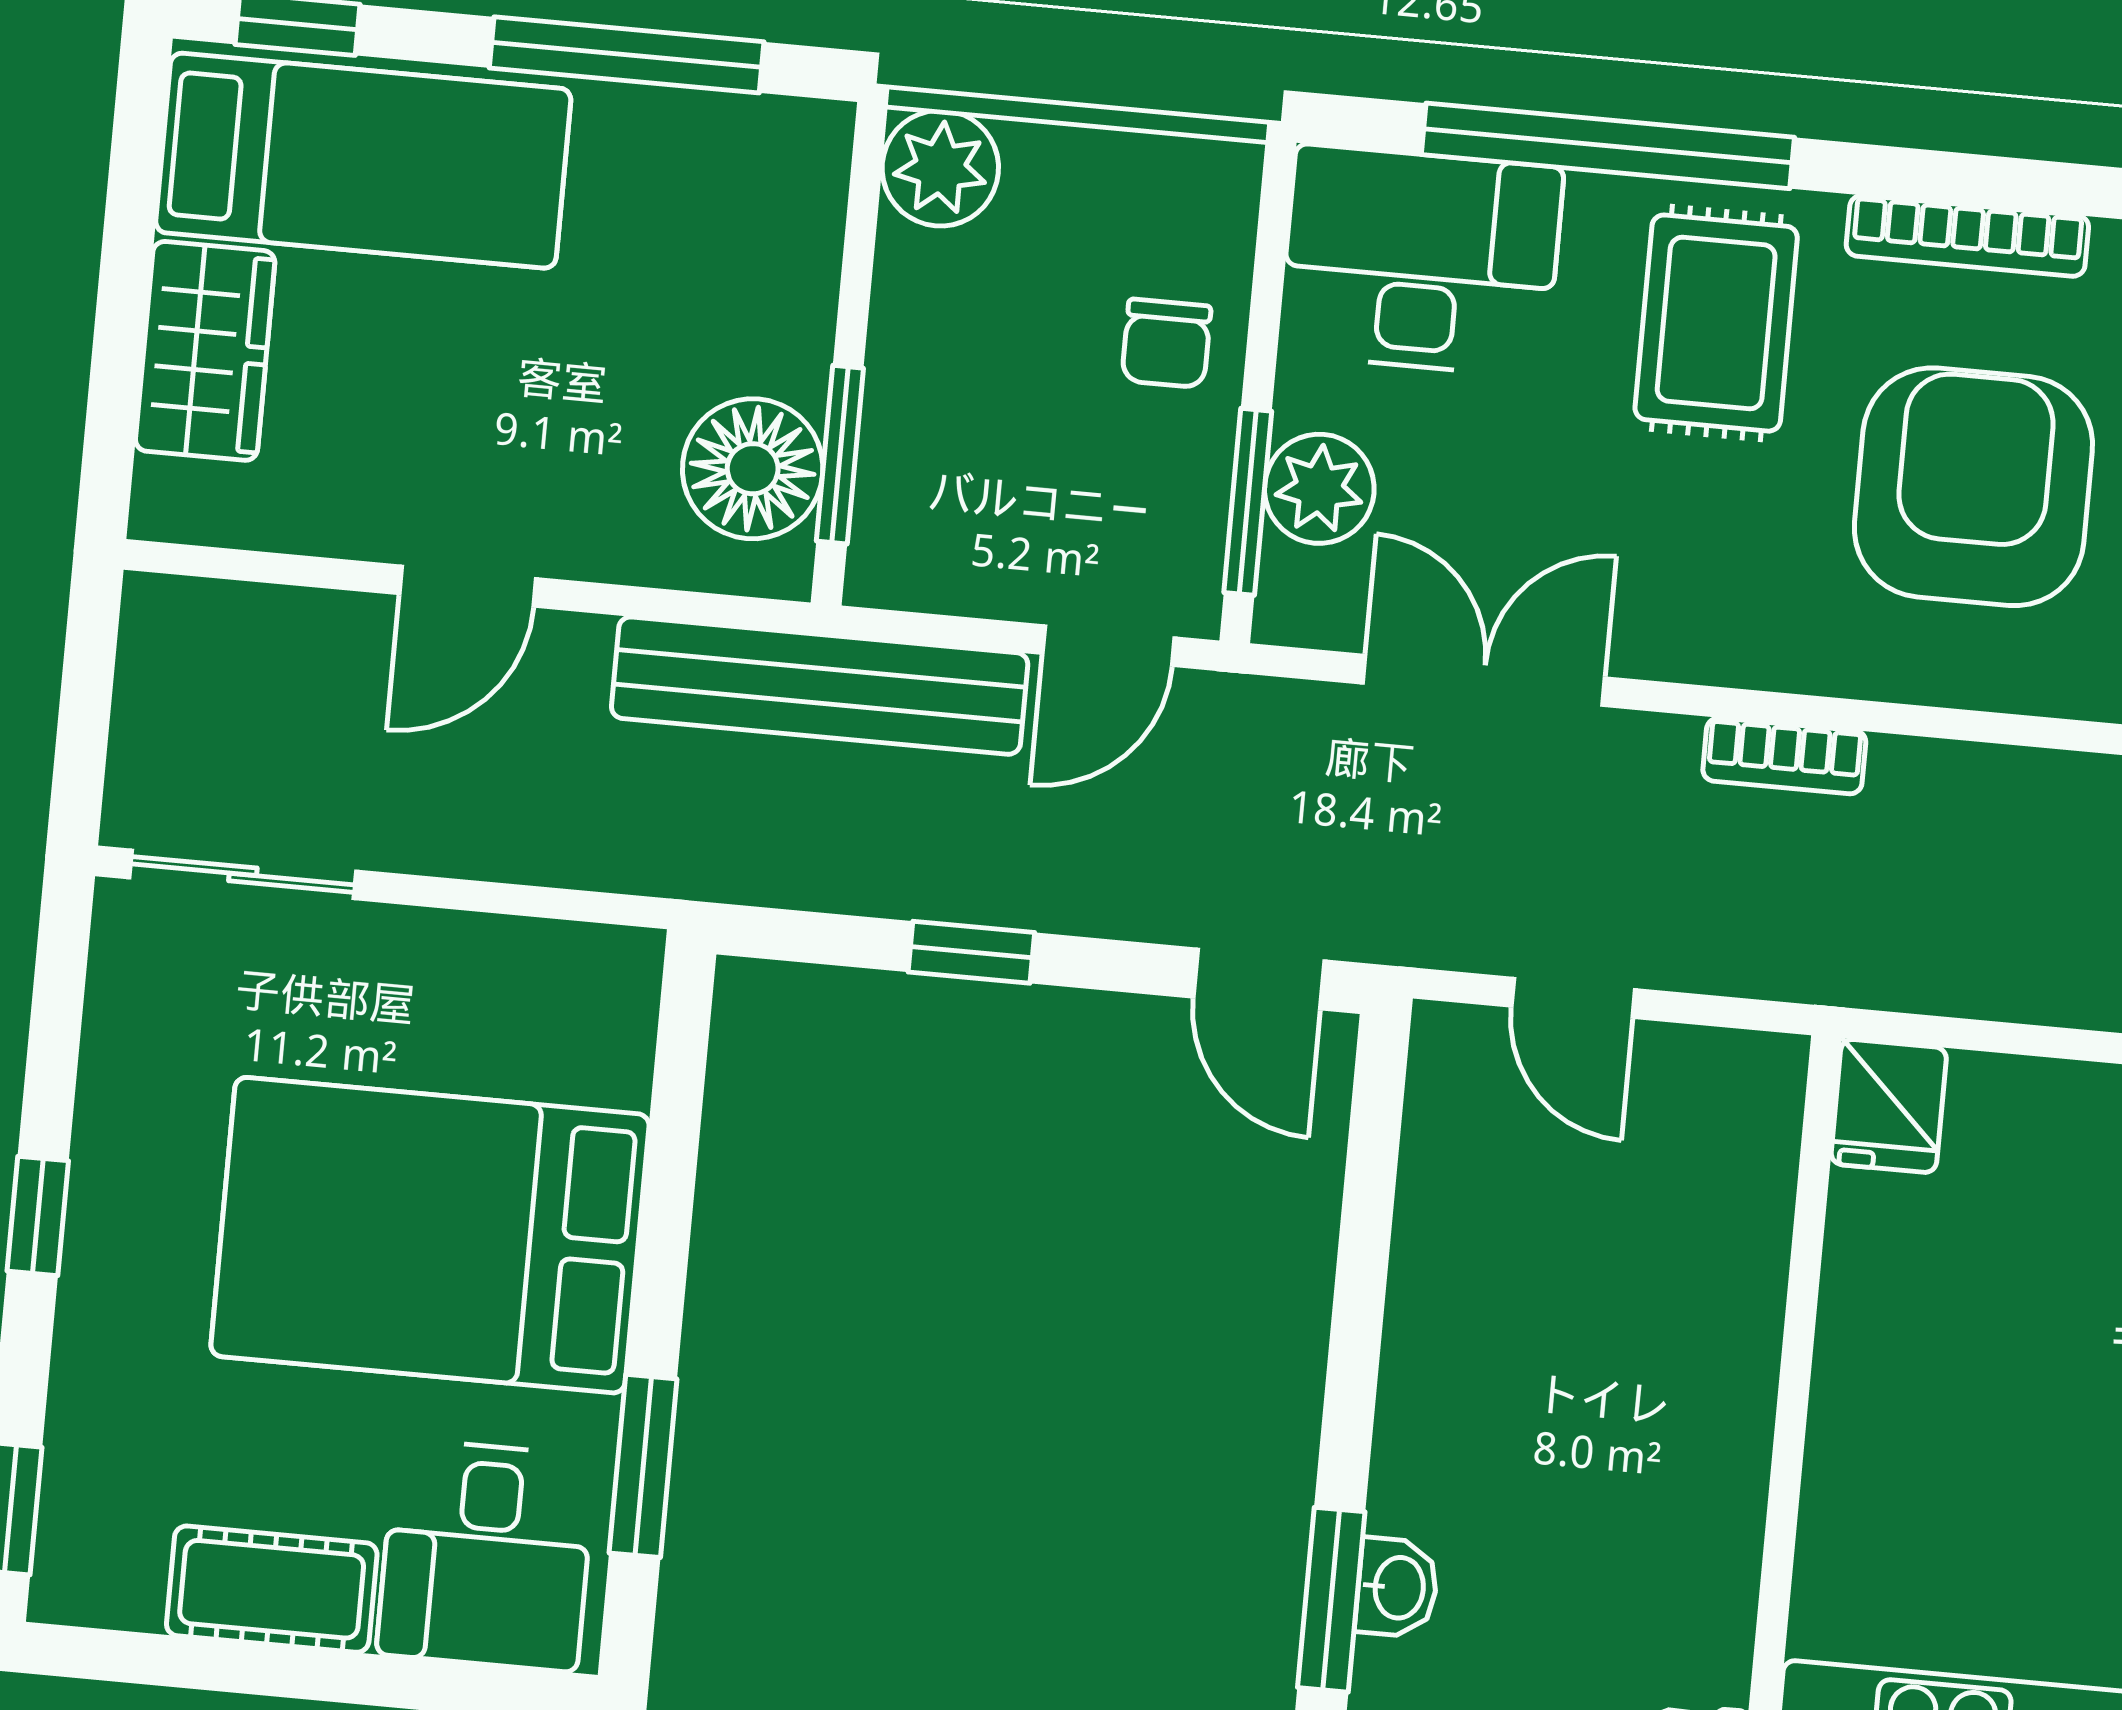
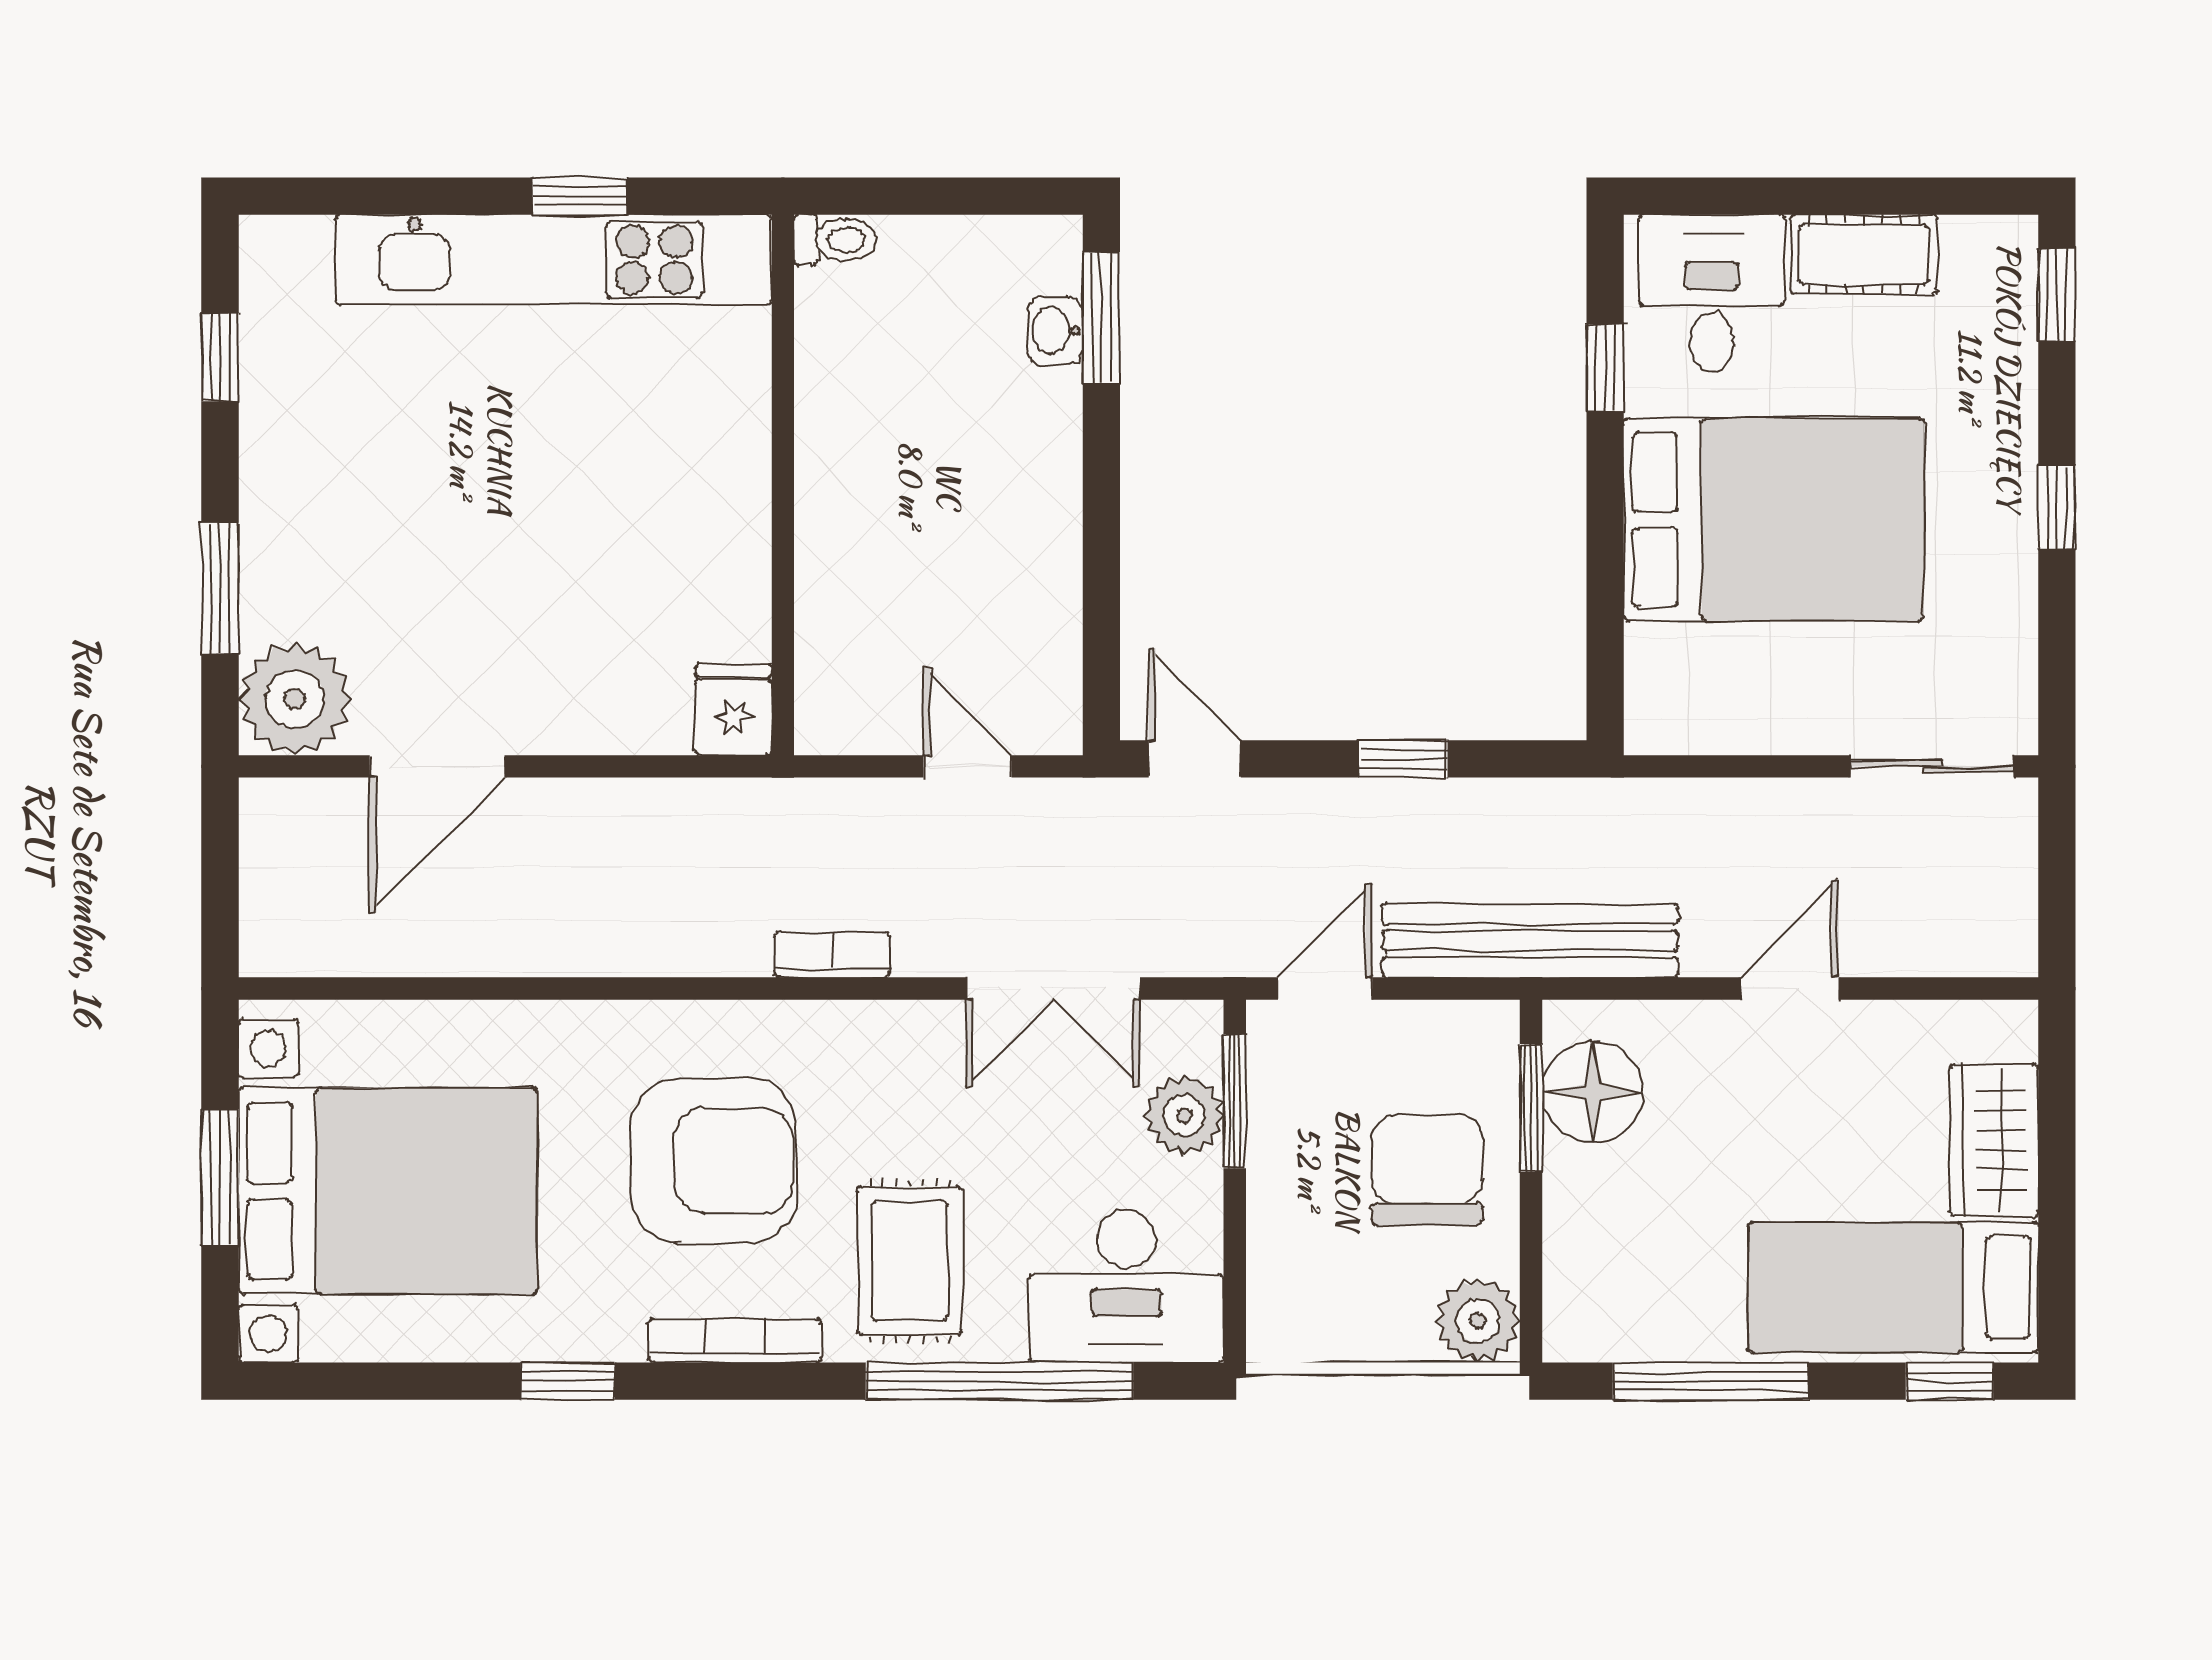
chair: (1166, 343) -> (1427, 1169), moved, width x1.87, depth x1.87
armchair: (1973, 487) -> (714, 1160), turned -90
window: (643, 1466) -> (1605, 368), width x0.67

